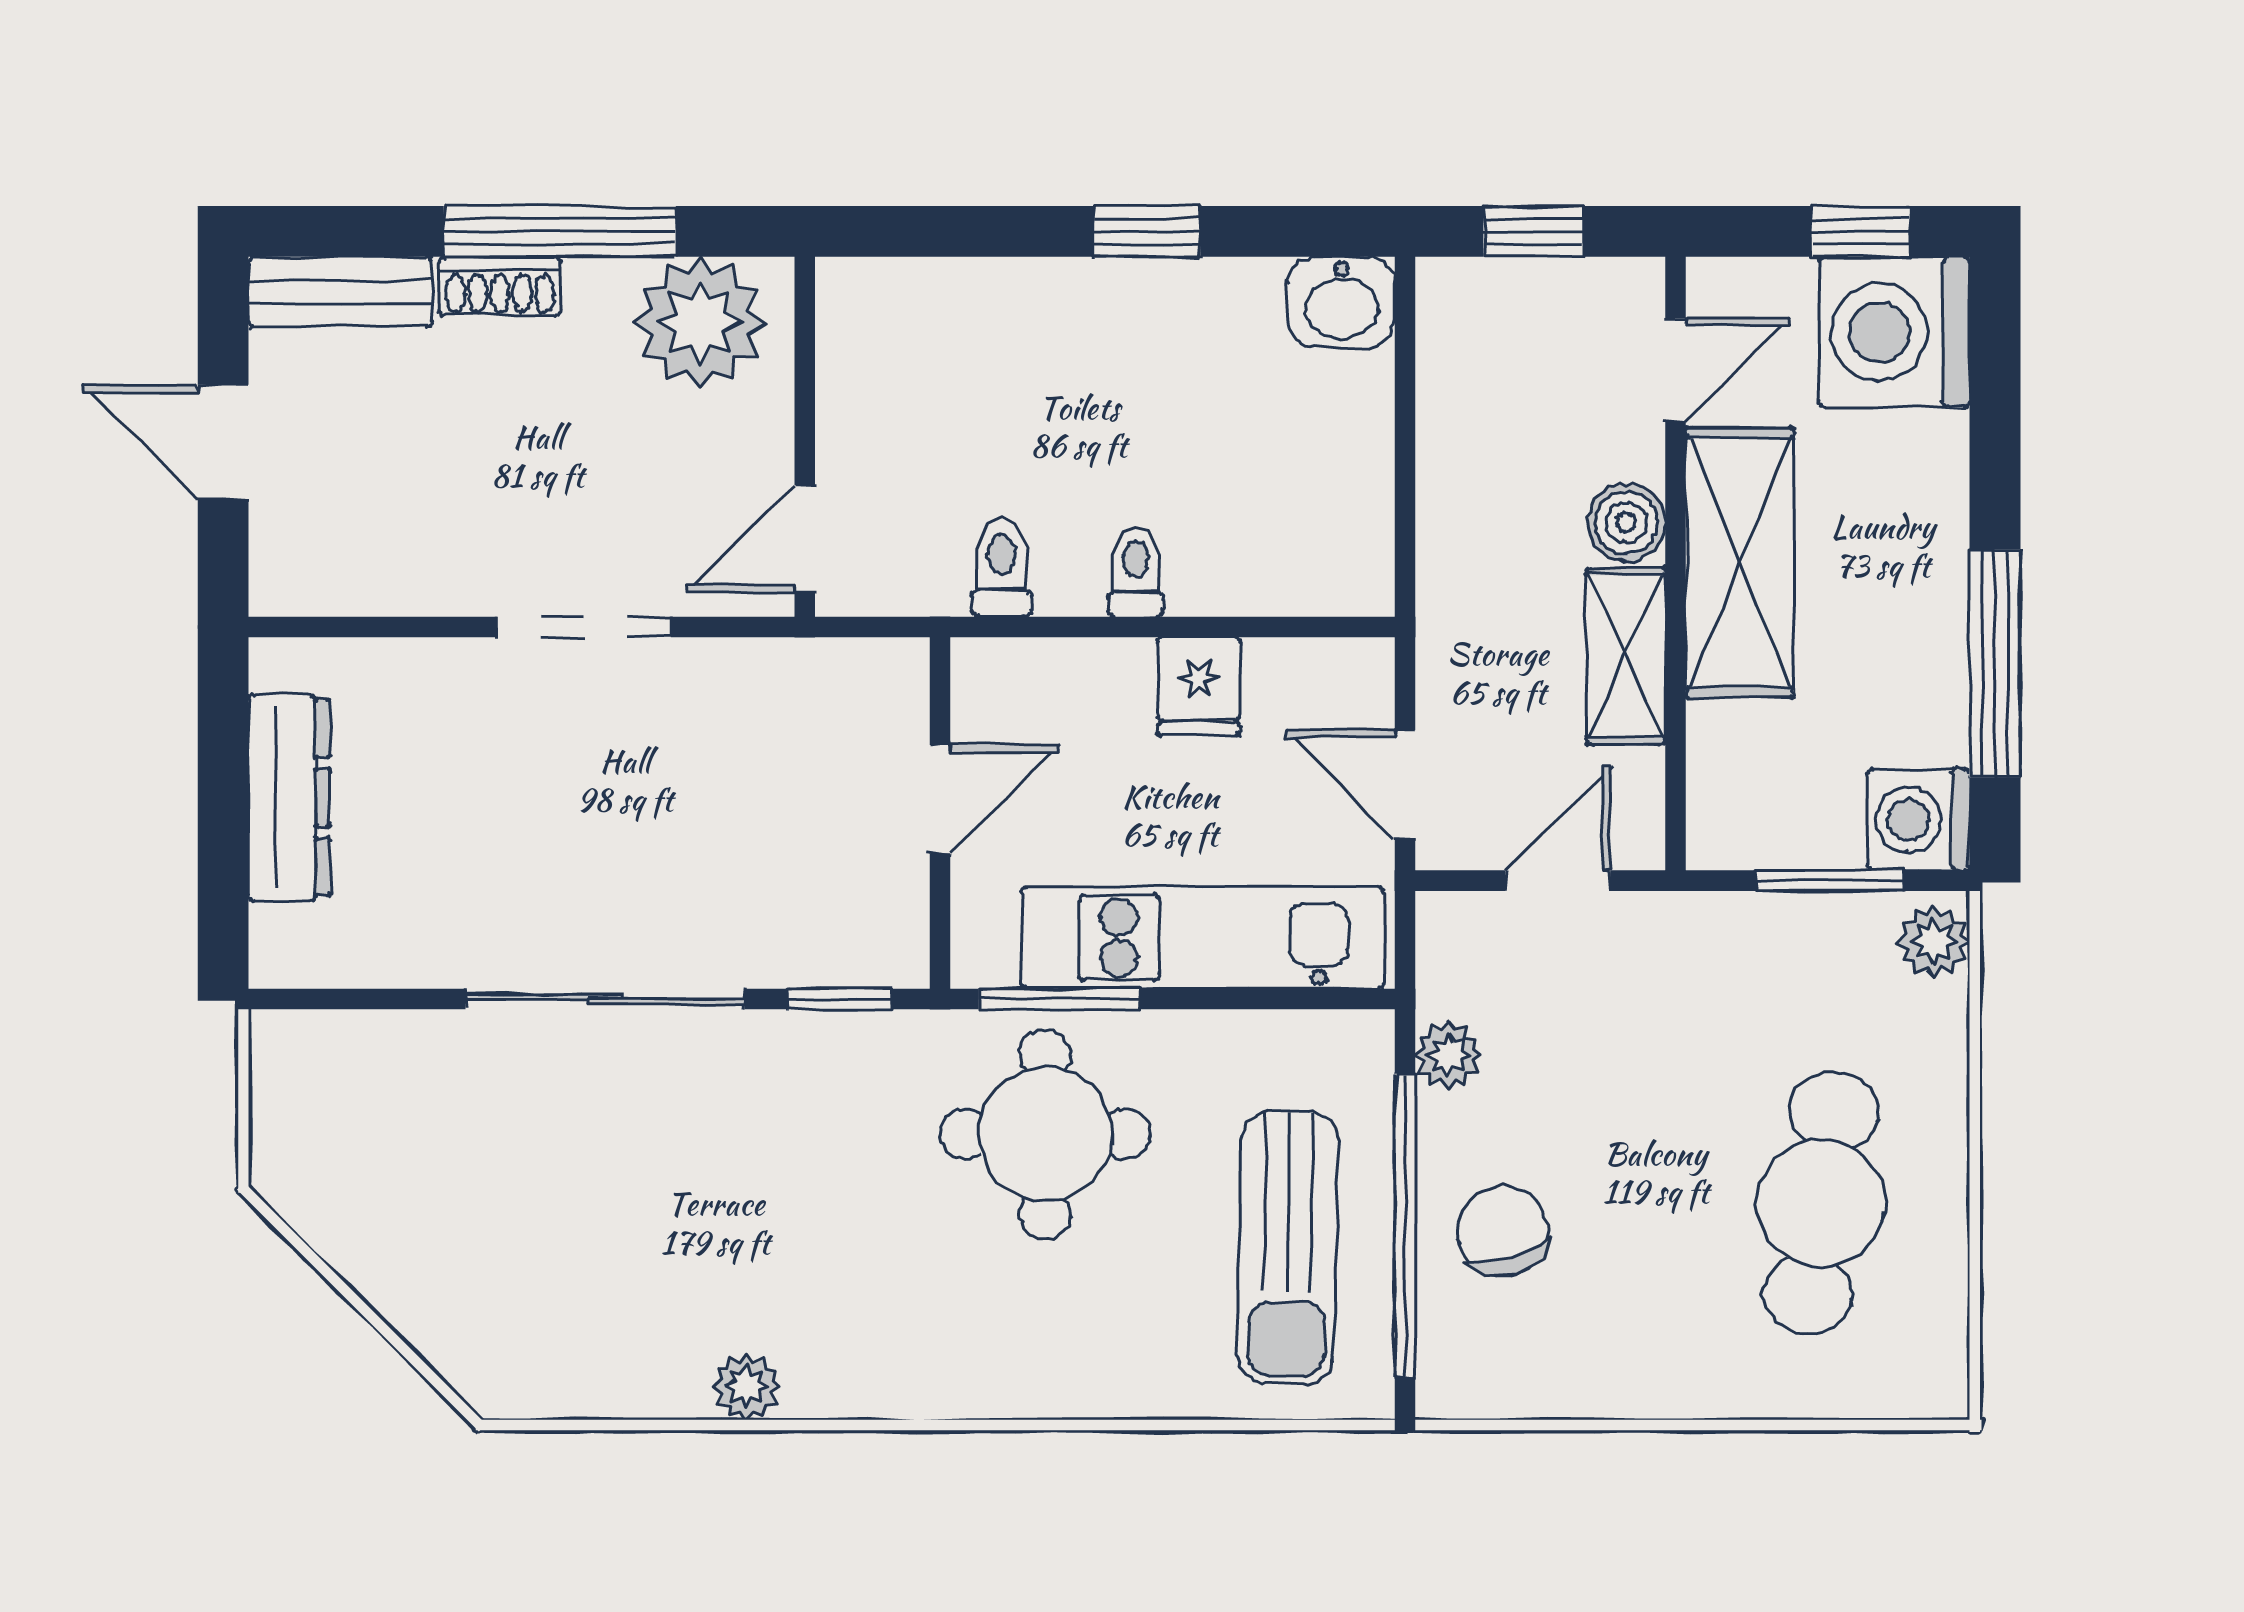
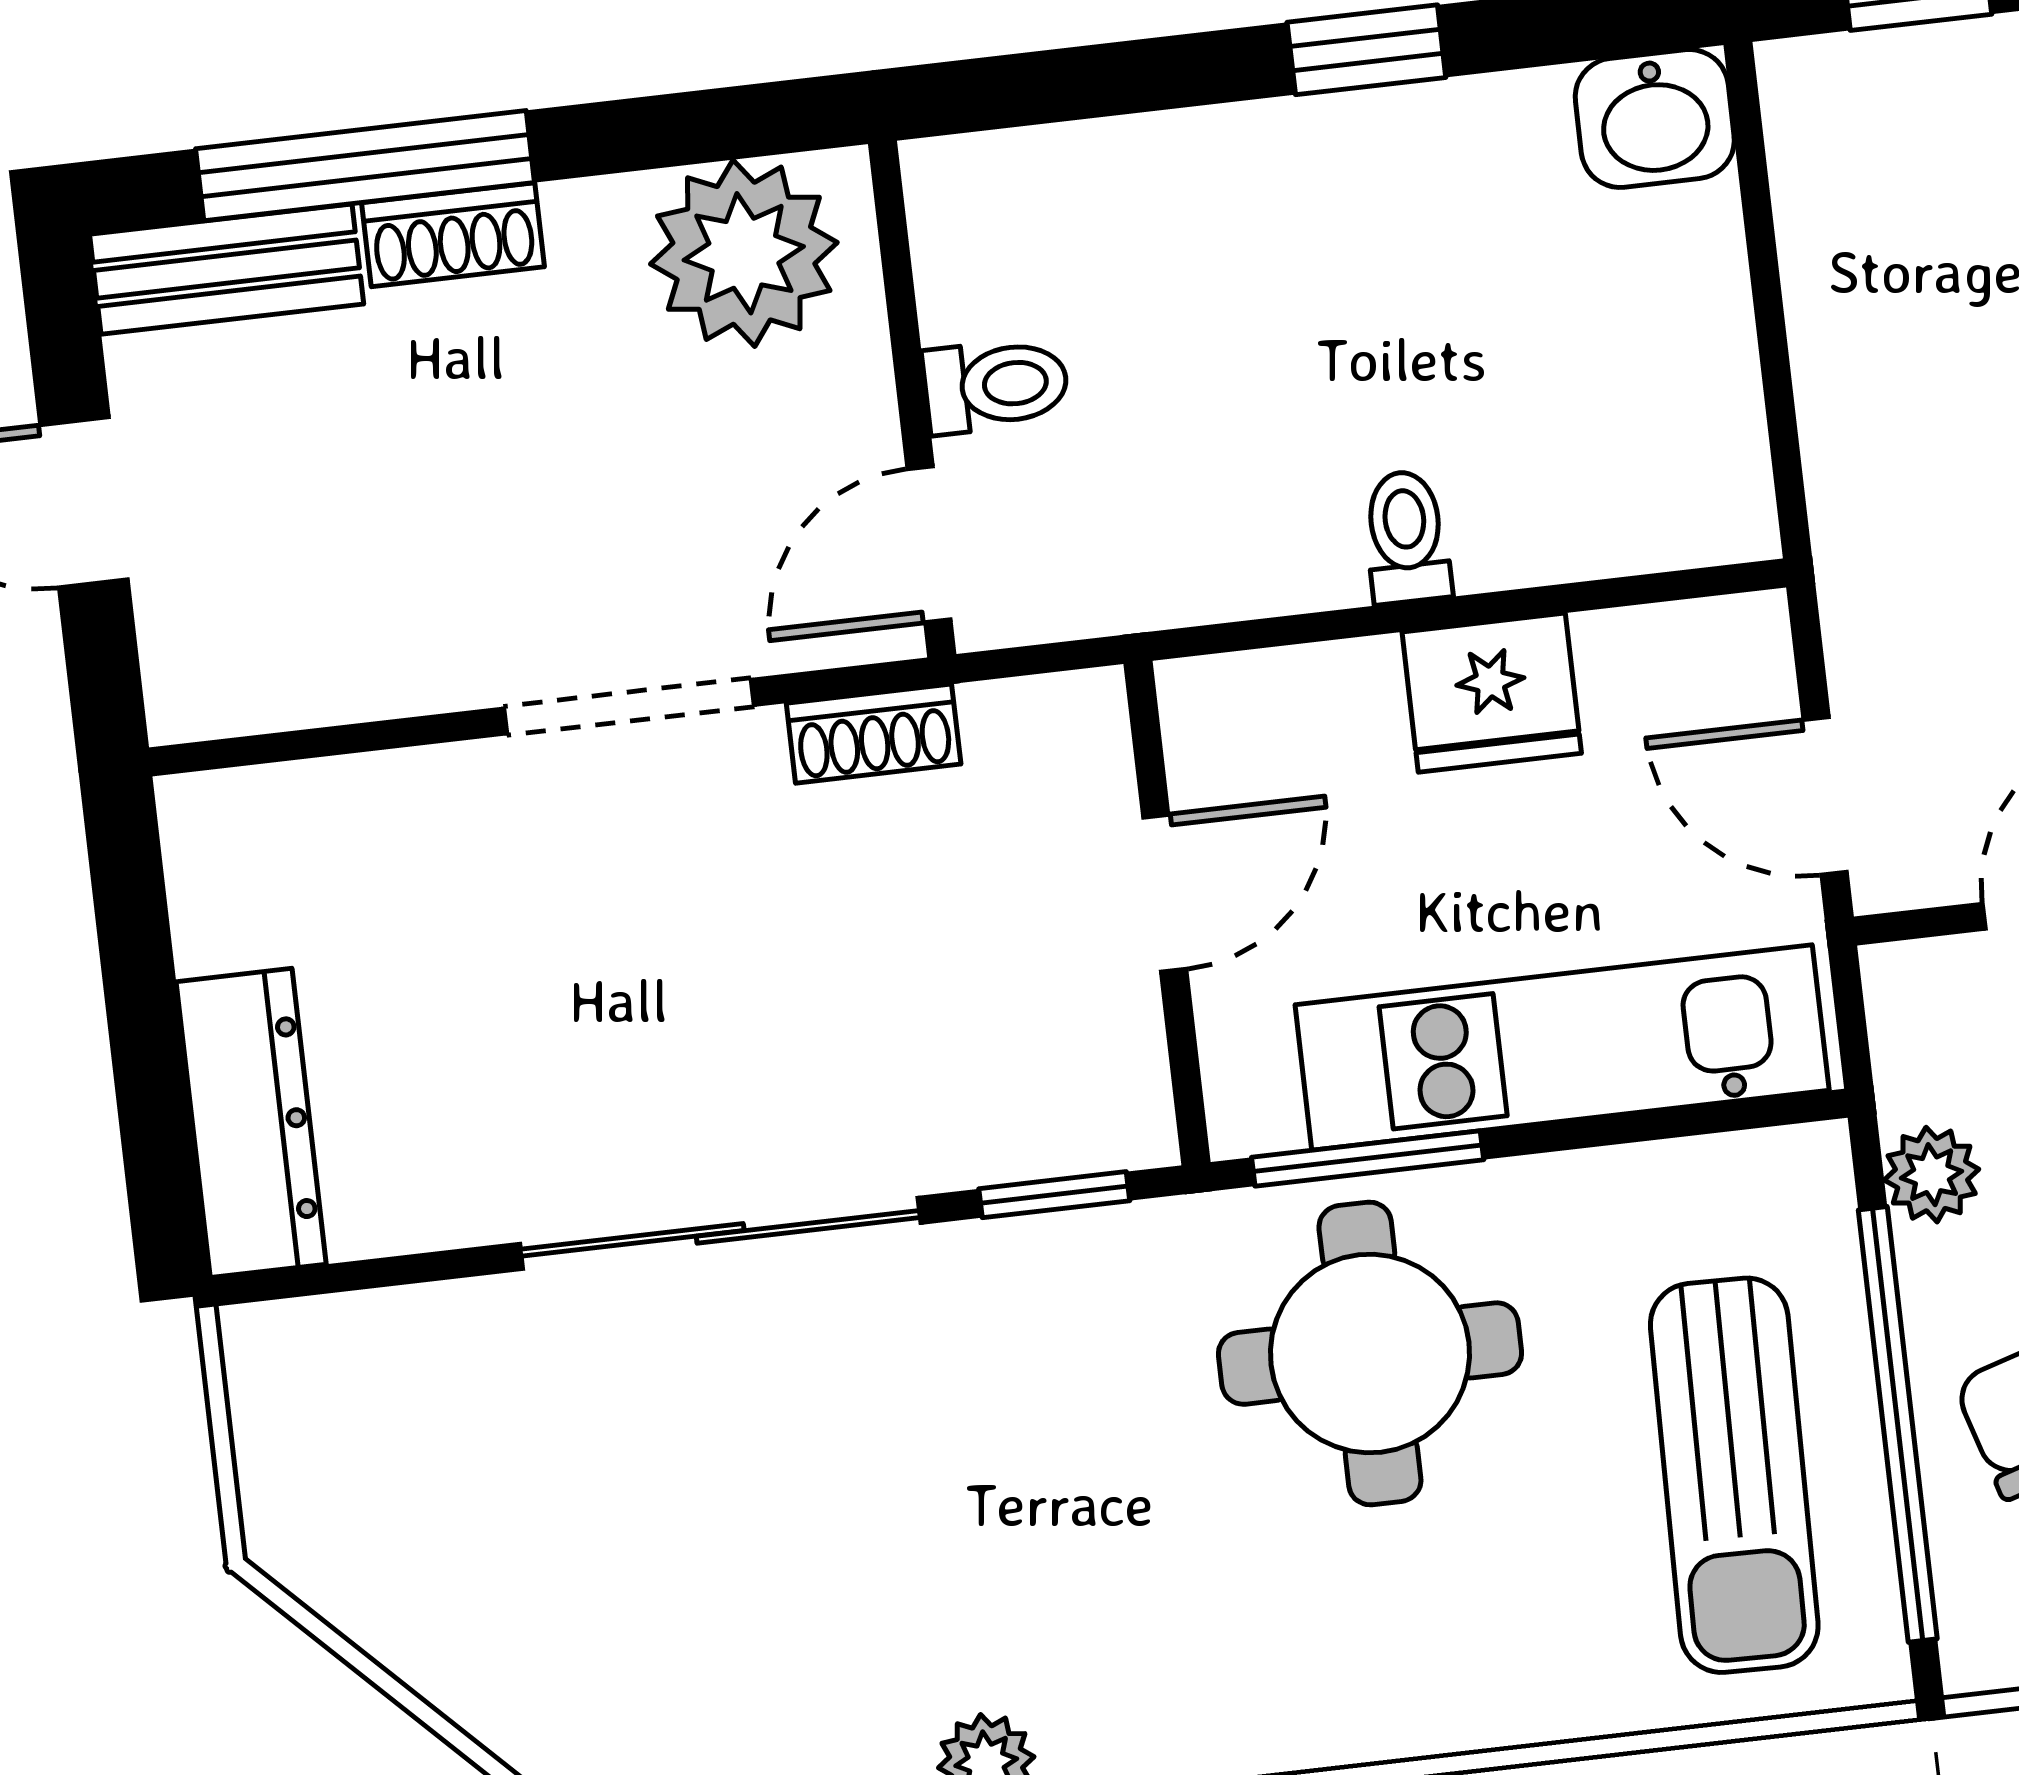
window: (560, 231) -> (365, 166), moved
toilet: (1002, 568) -> (996, 385), moved, turned 90
shoe rack: (751, 665) -> (874, 734), added
fridge: (1198, 686) -> (1492, 693), width x1.38
dresser: (289, 798) -> (251, 1123), moved

